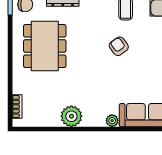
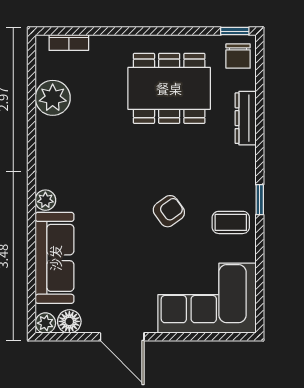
plant: (71, 116) -> (53, 98), moved

